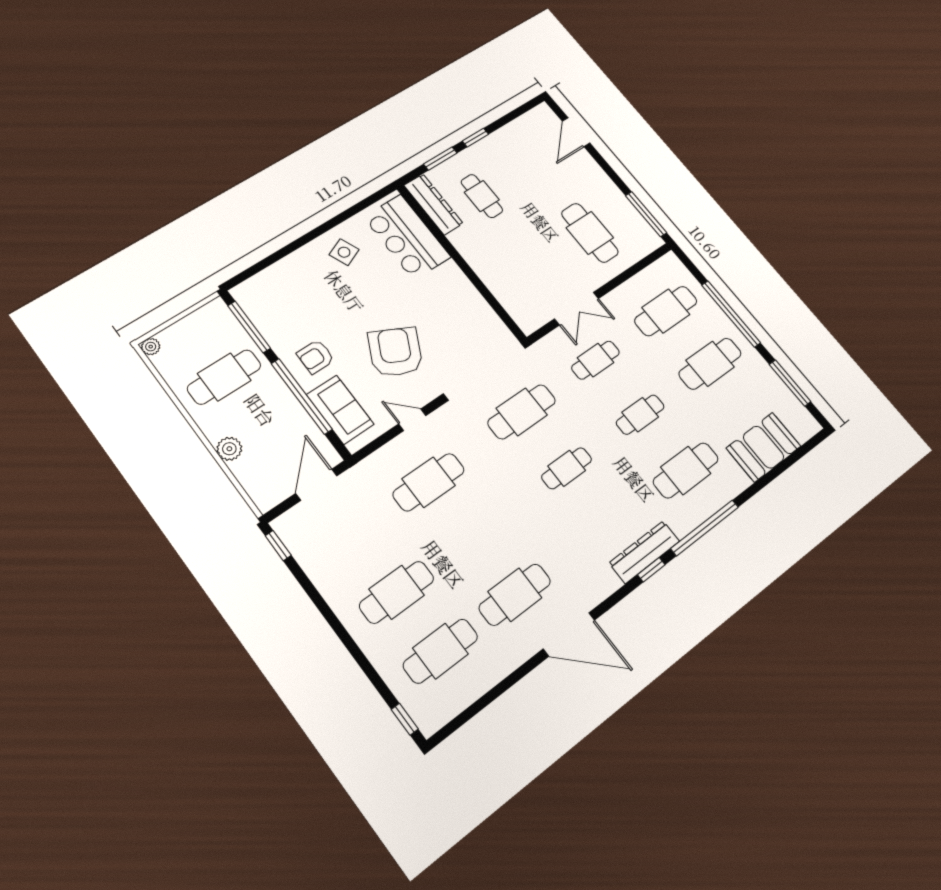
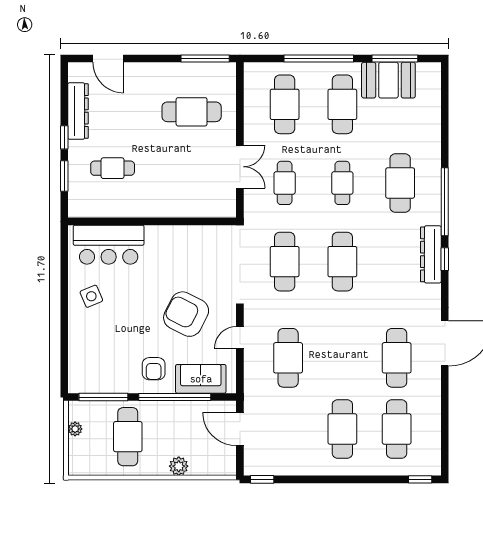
dresser: (433, 204) -> (78, 111), moved, turned 90
plant: (151, 347) -> (75, 429), moved
booth: (763, 447) -> (388, 80), moved, turned 90
cafe table: (567, 468) -> (342, 262), width x1.37, depth x1.35

